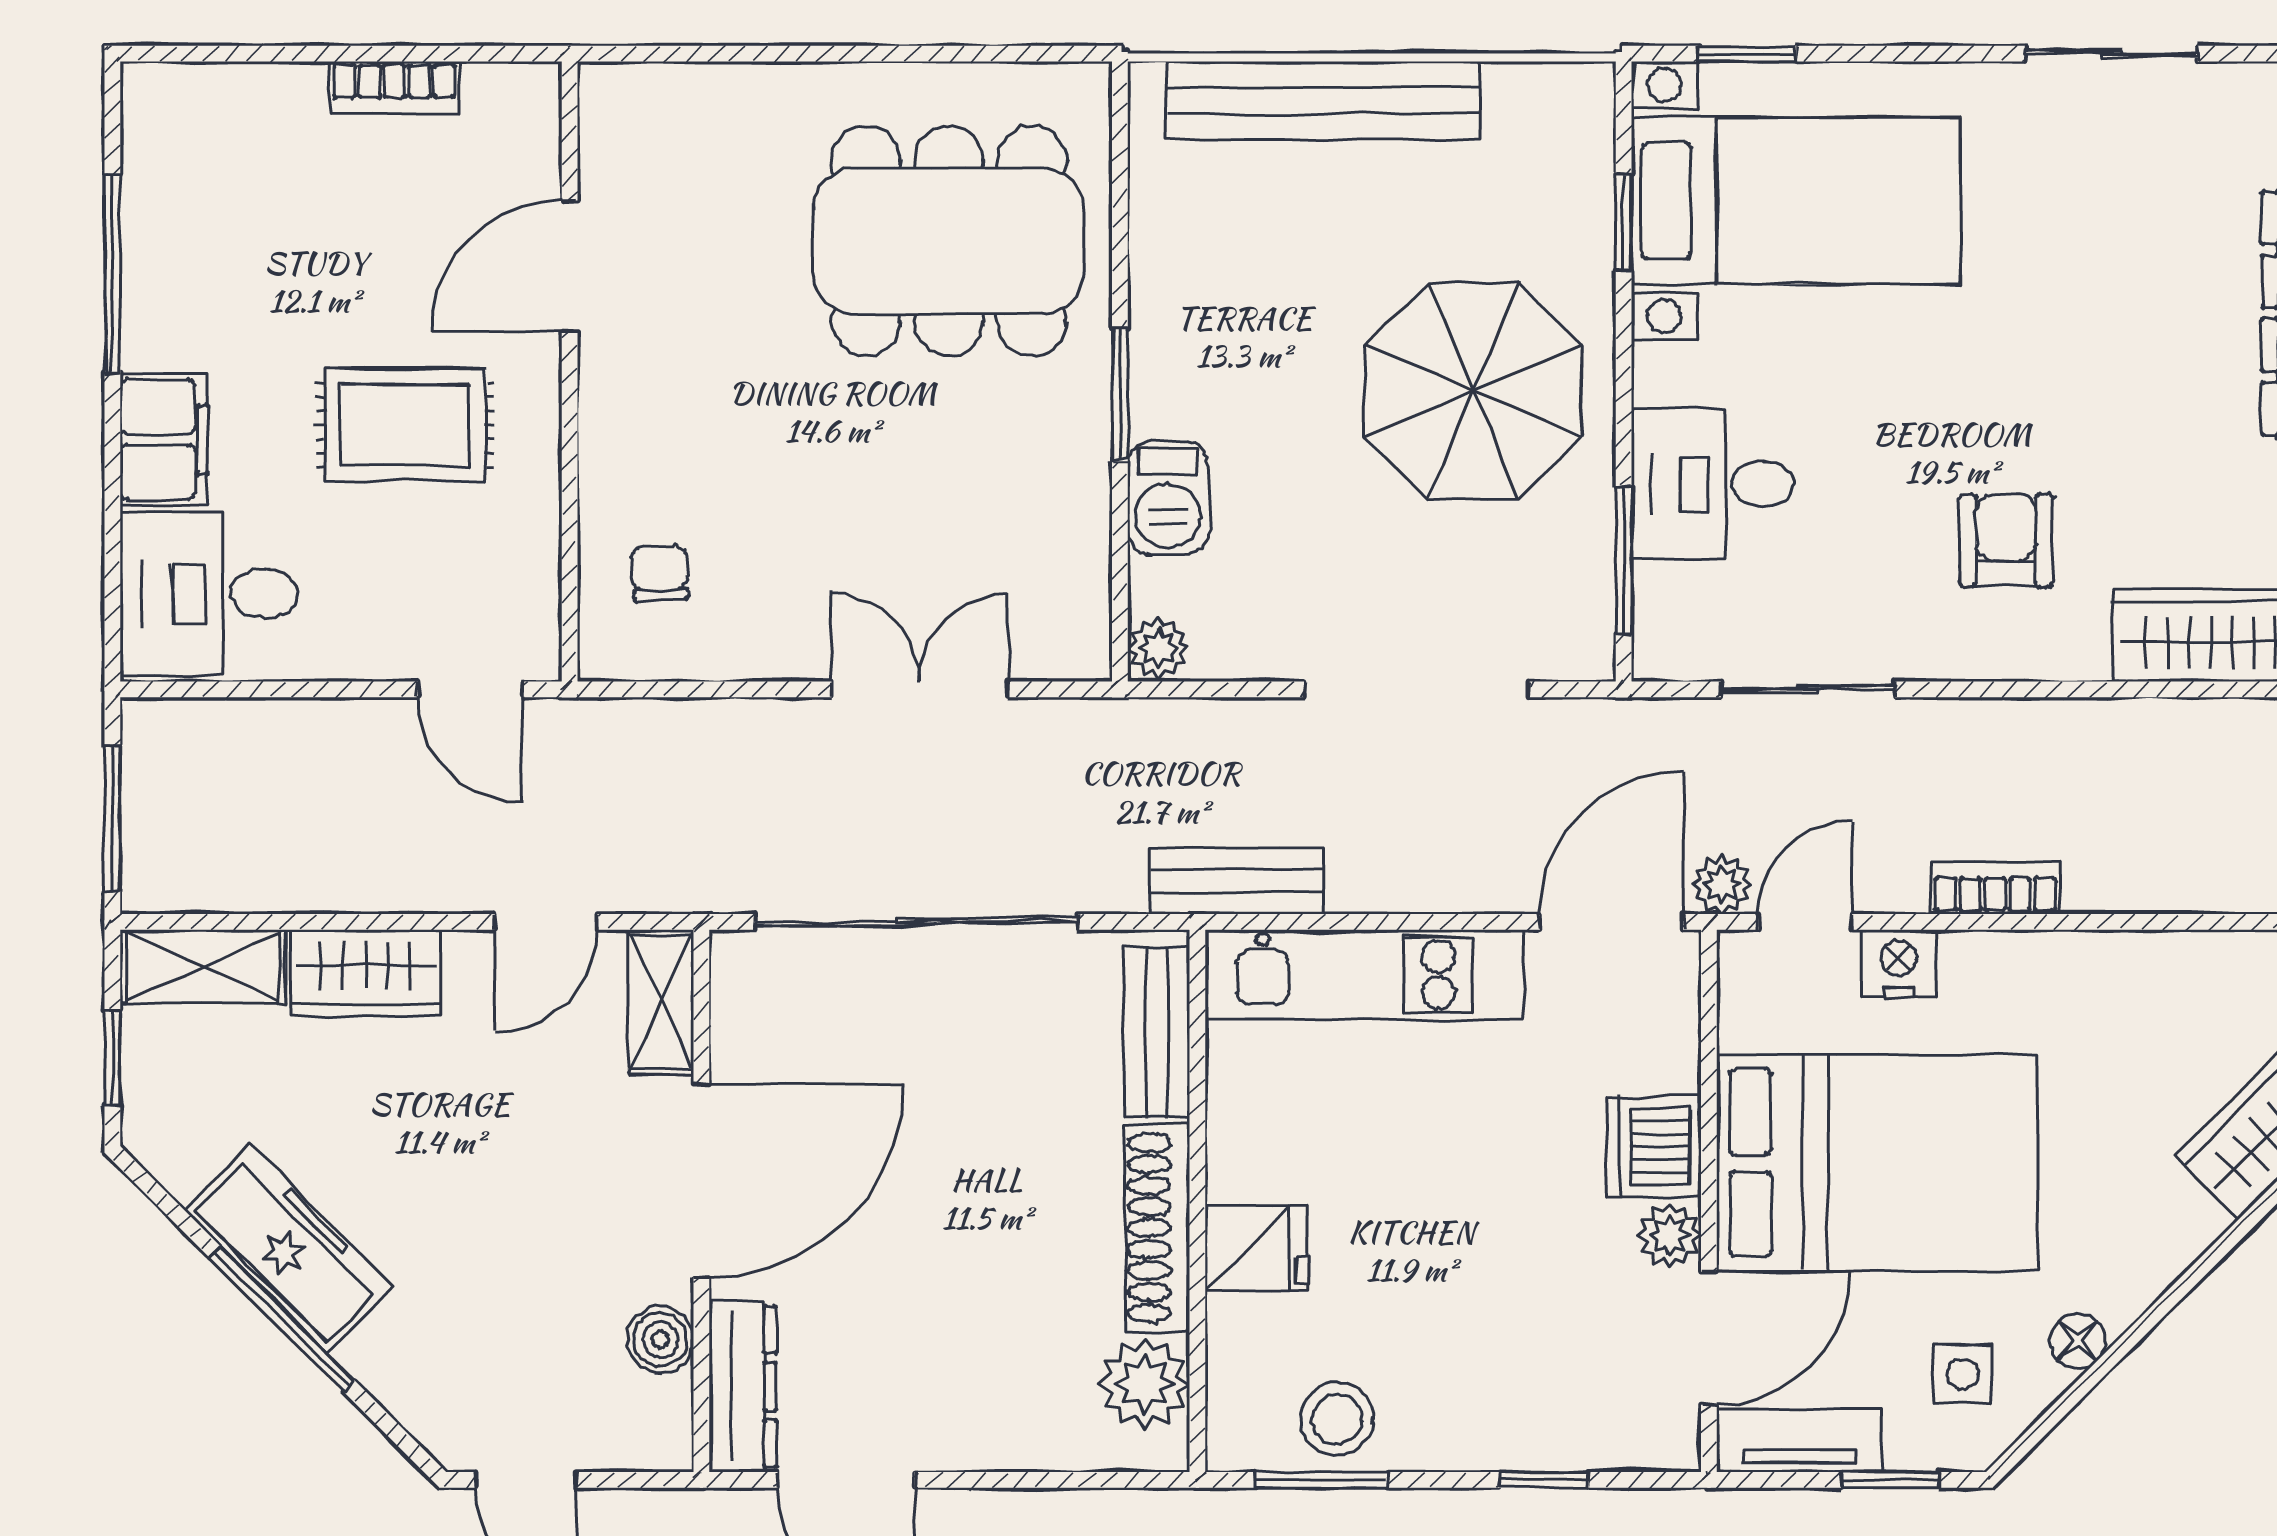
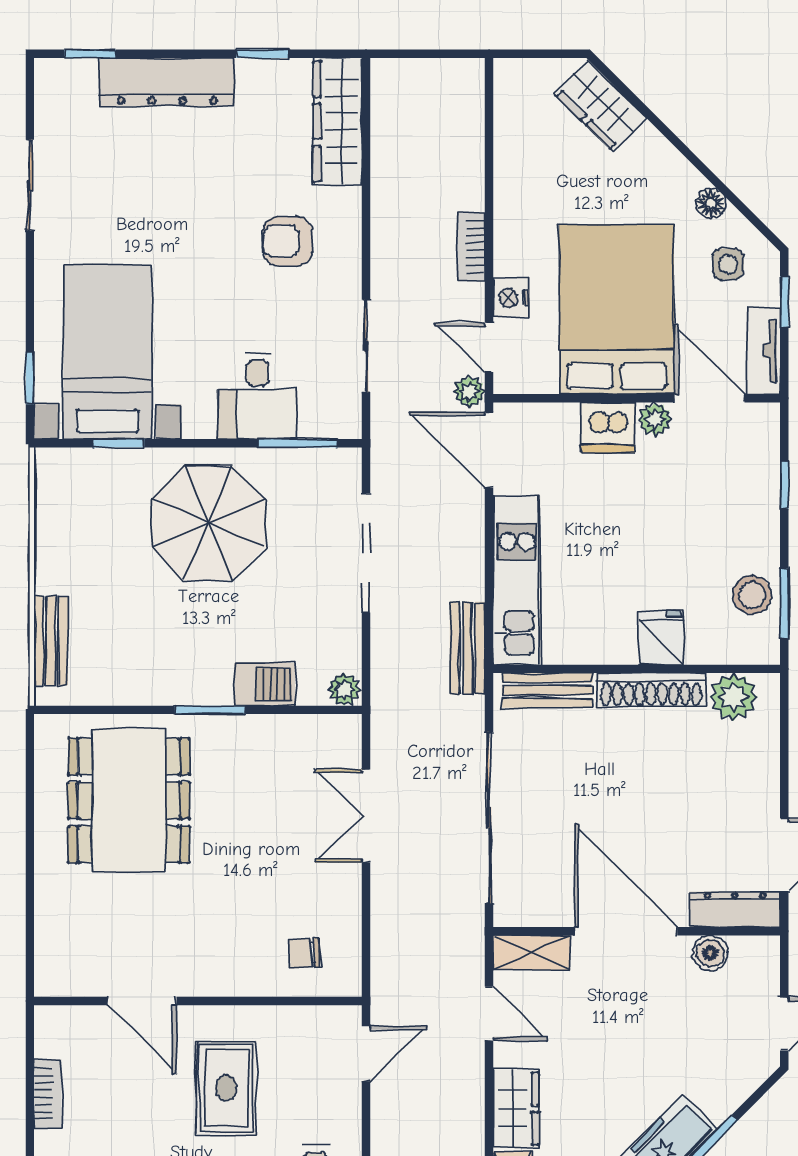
bench: (1323, 100) -> (51, 641), width x0.54, depth x0.82

